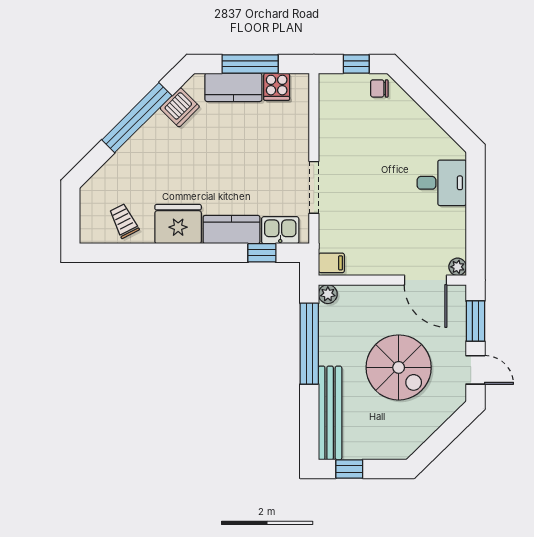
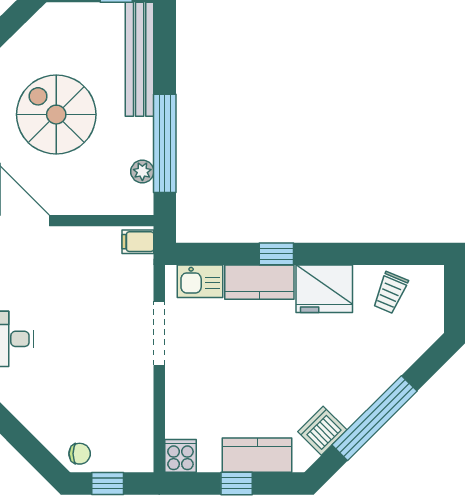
window: (250, 64) -> (237, 483), width x0.46
cooker: (277, 87) -> (180, 456), moved
trolley: (124, 221) -> (390, 293), turned 50
window: (262, 253) -> (276, 254), moved
plant: (328, 294) -> (142, 171), moved

